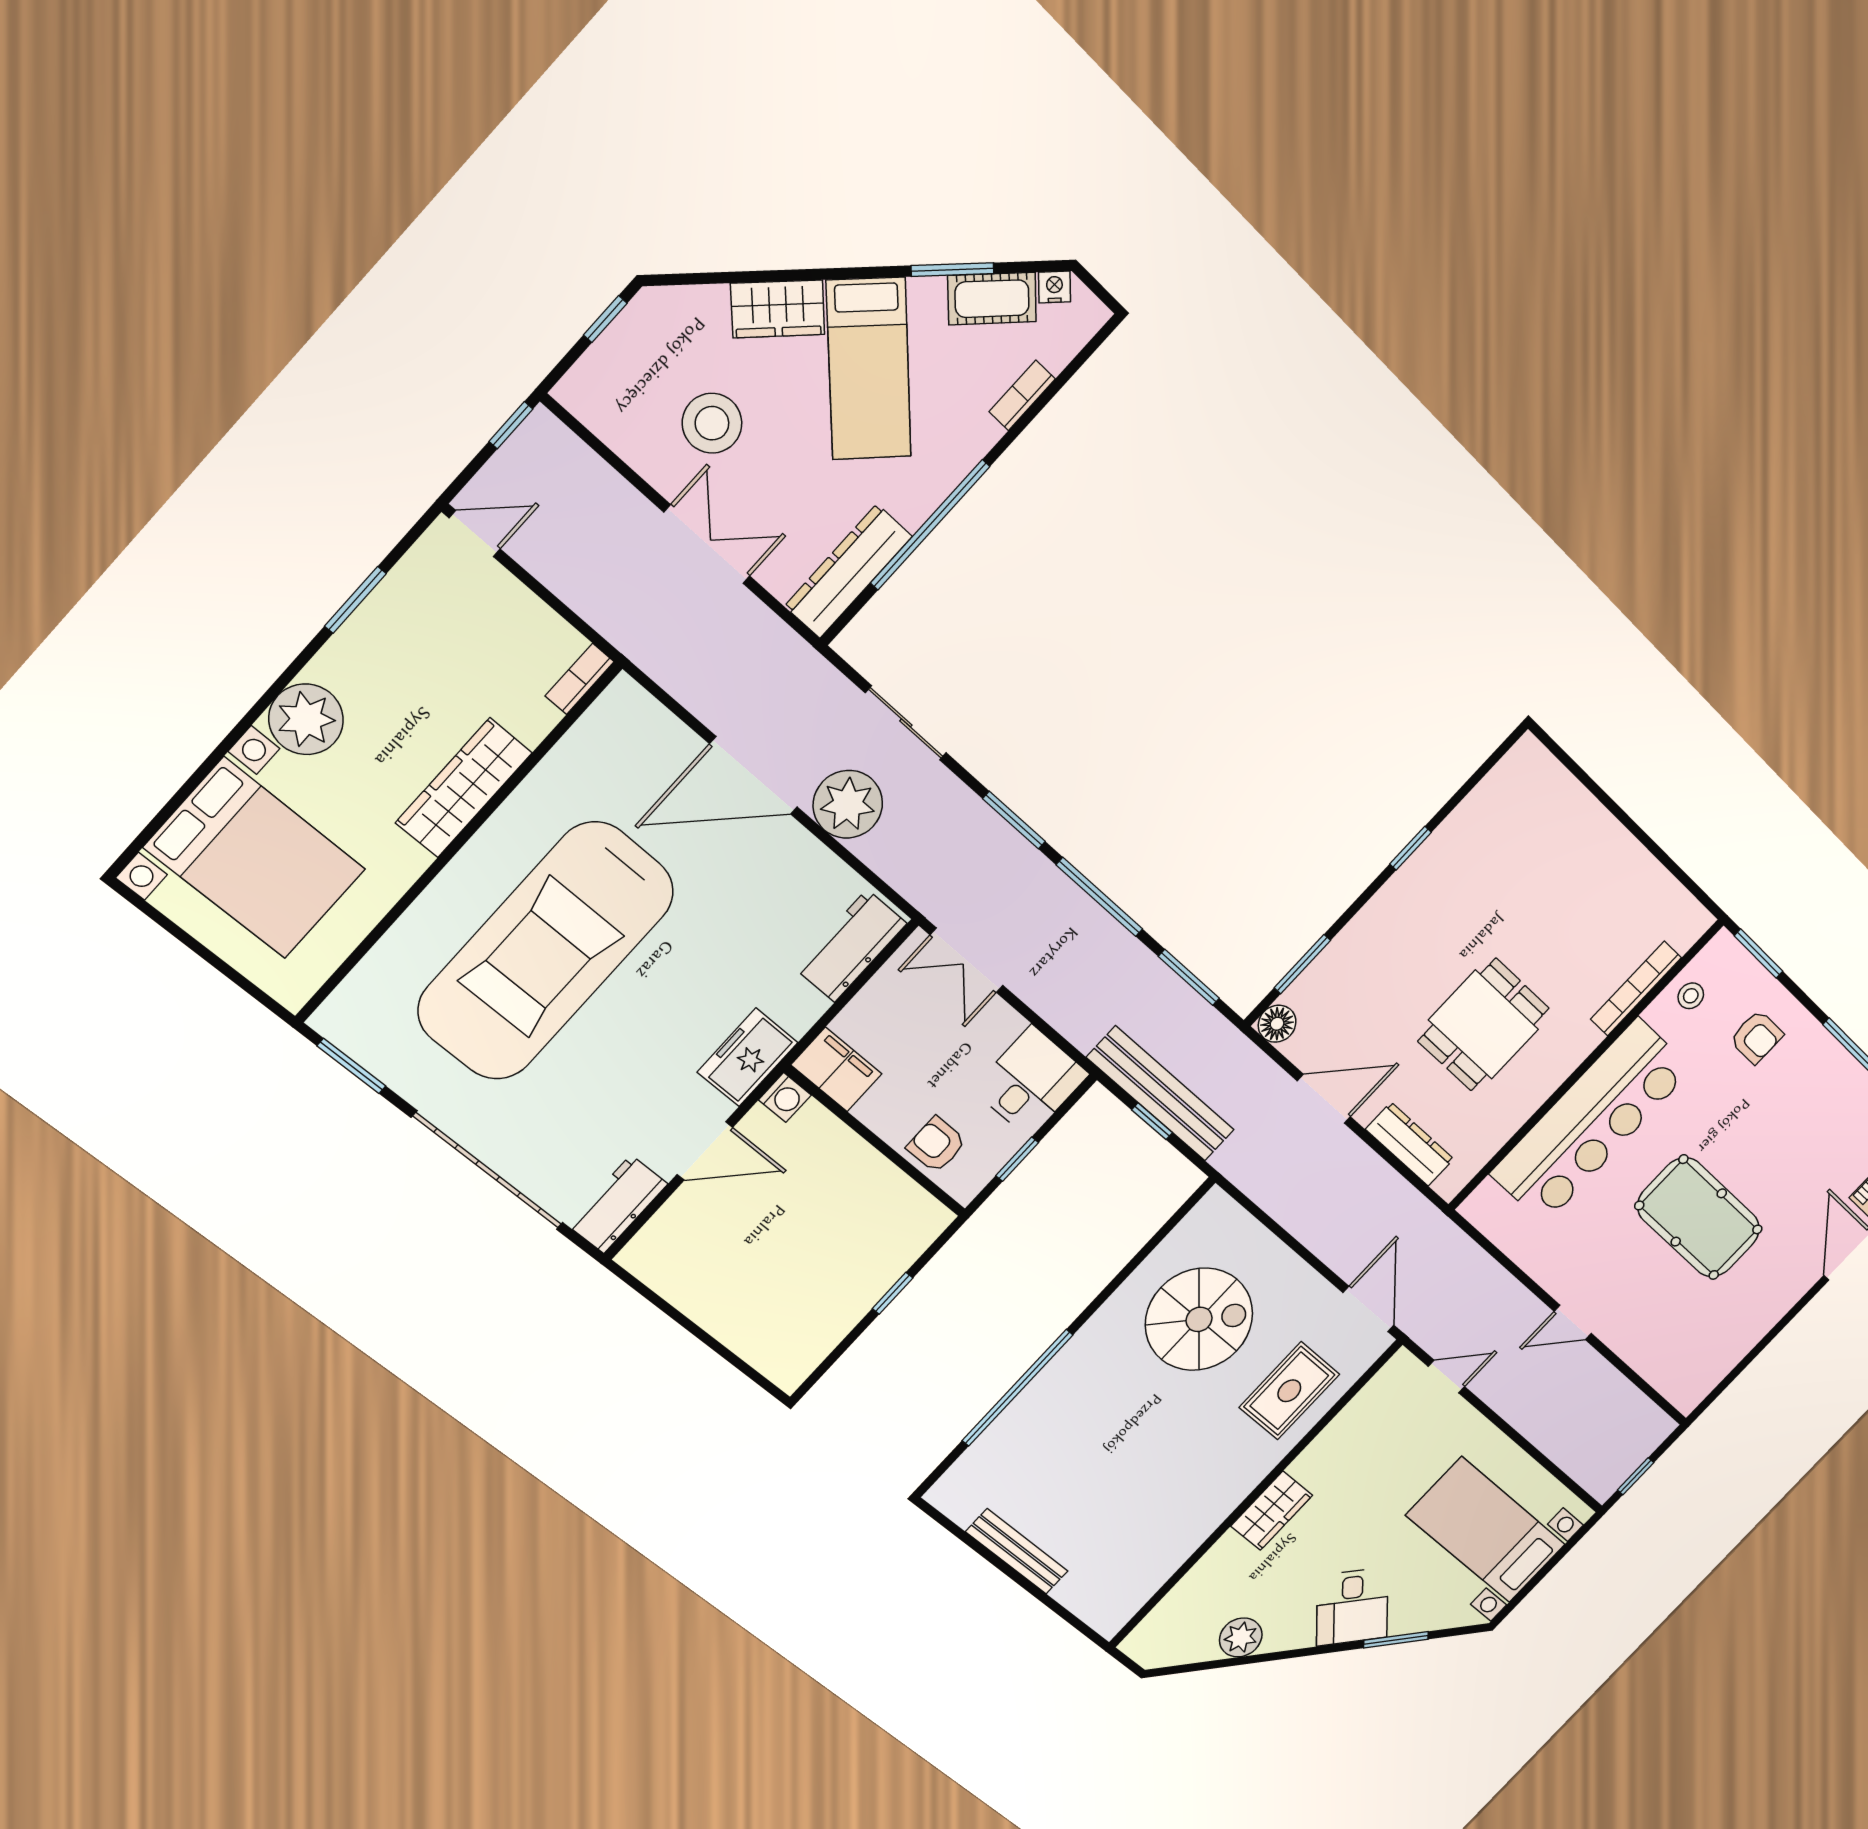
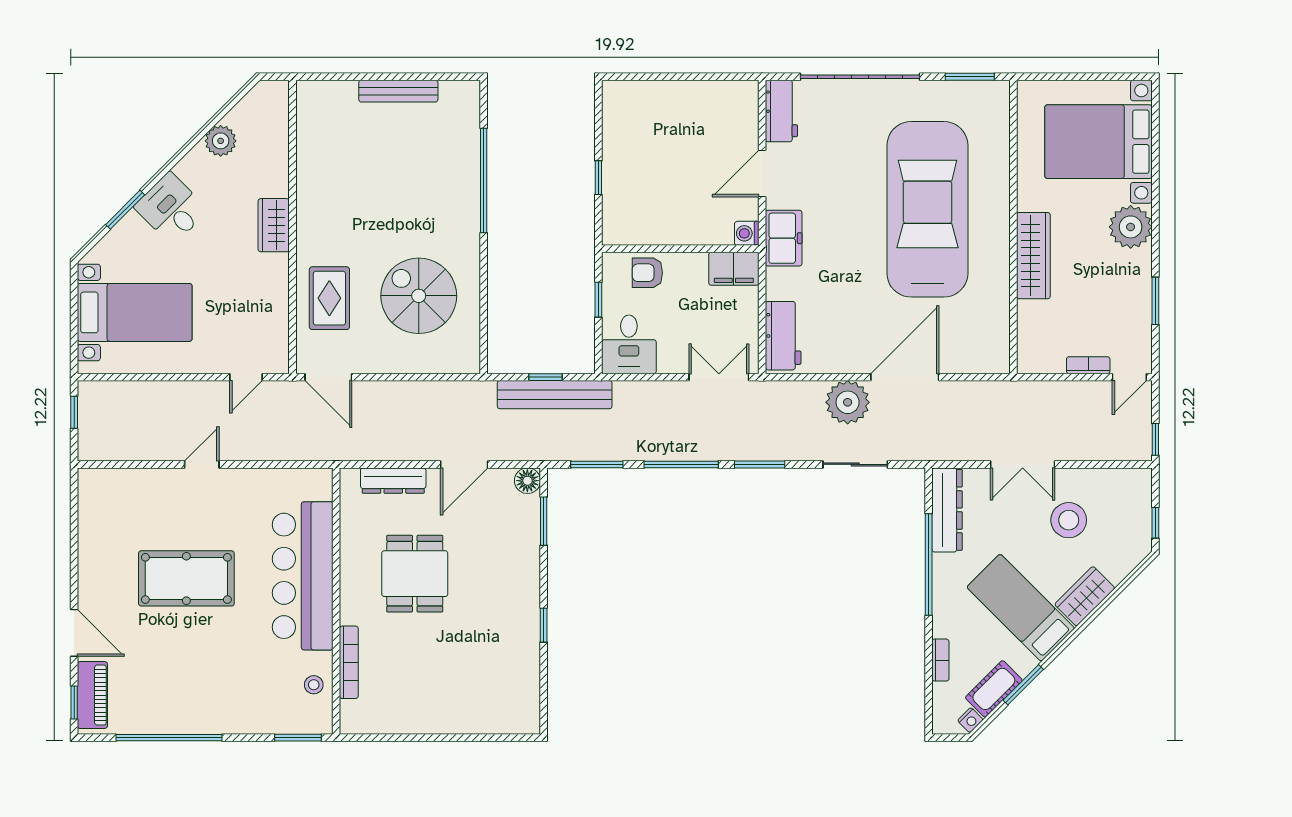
bookcase: (580, 679) -> (1088, 365), moved, turned -90
armchair: (1757, 1037) -> (253, 696), removed
armchair: (936, 1145) -> (647, 273), turned 180
spiral stairs: (1199, 1319) -> (419, 296), turned 90

